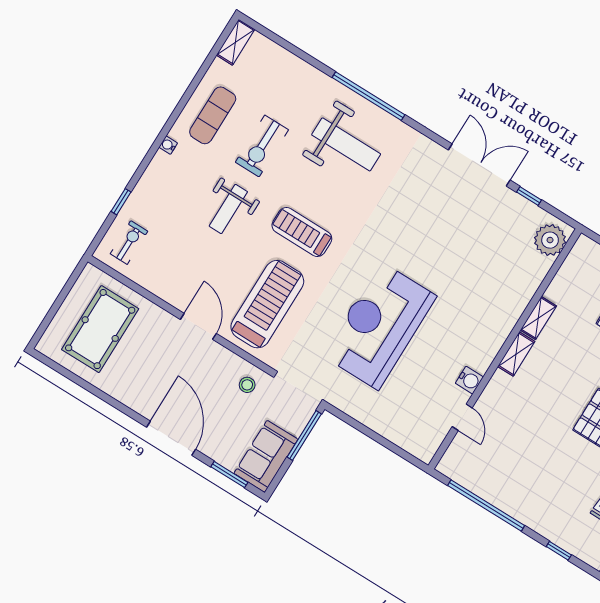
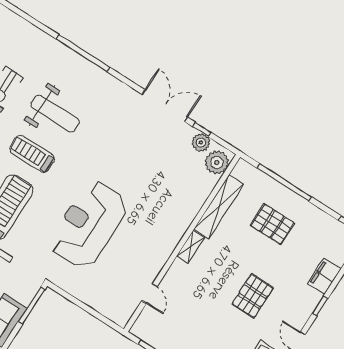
weight bench: (346, 144) -> (55, 114), moved
plant: (528, 213) -> (201, 142), added
shelving: (538, 318) -> (219, 207), width x2.20, depth x1.33
water cooler: (469, 380) -> (155, 266), removed

